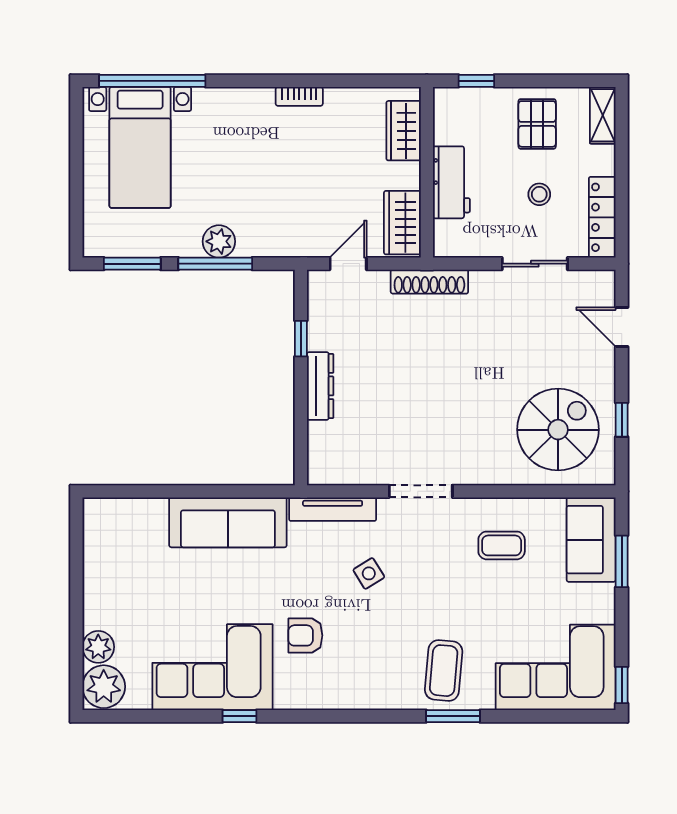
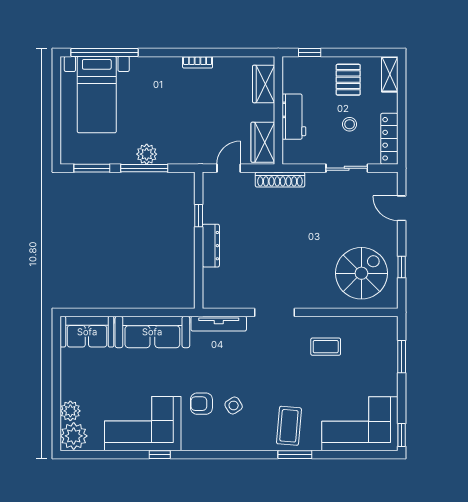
sofa: (591, 540) -> (87, 332), moved, turned -90
side table: (369, 573) -> (234, 405), moved

